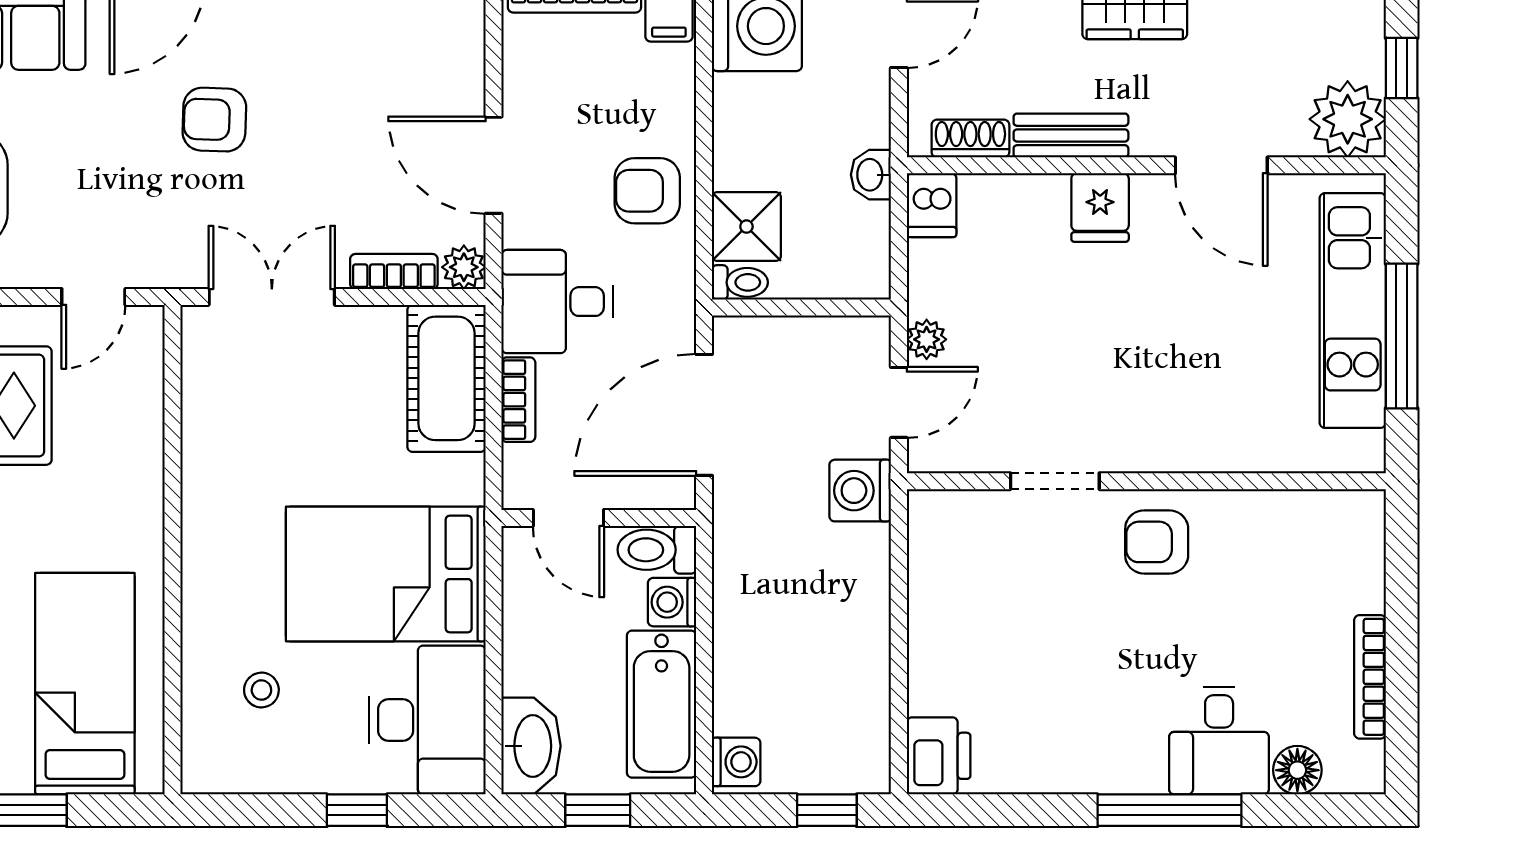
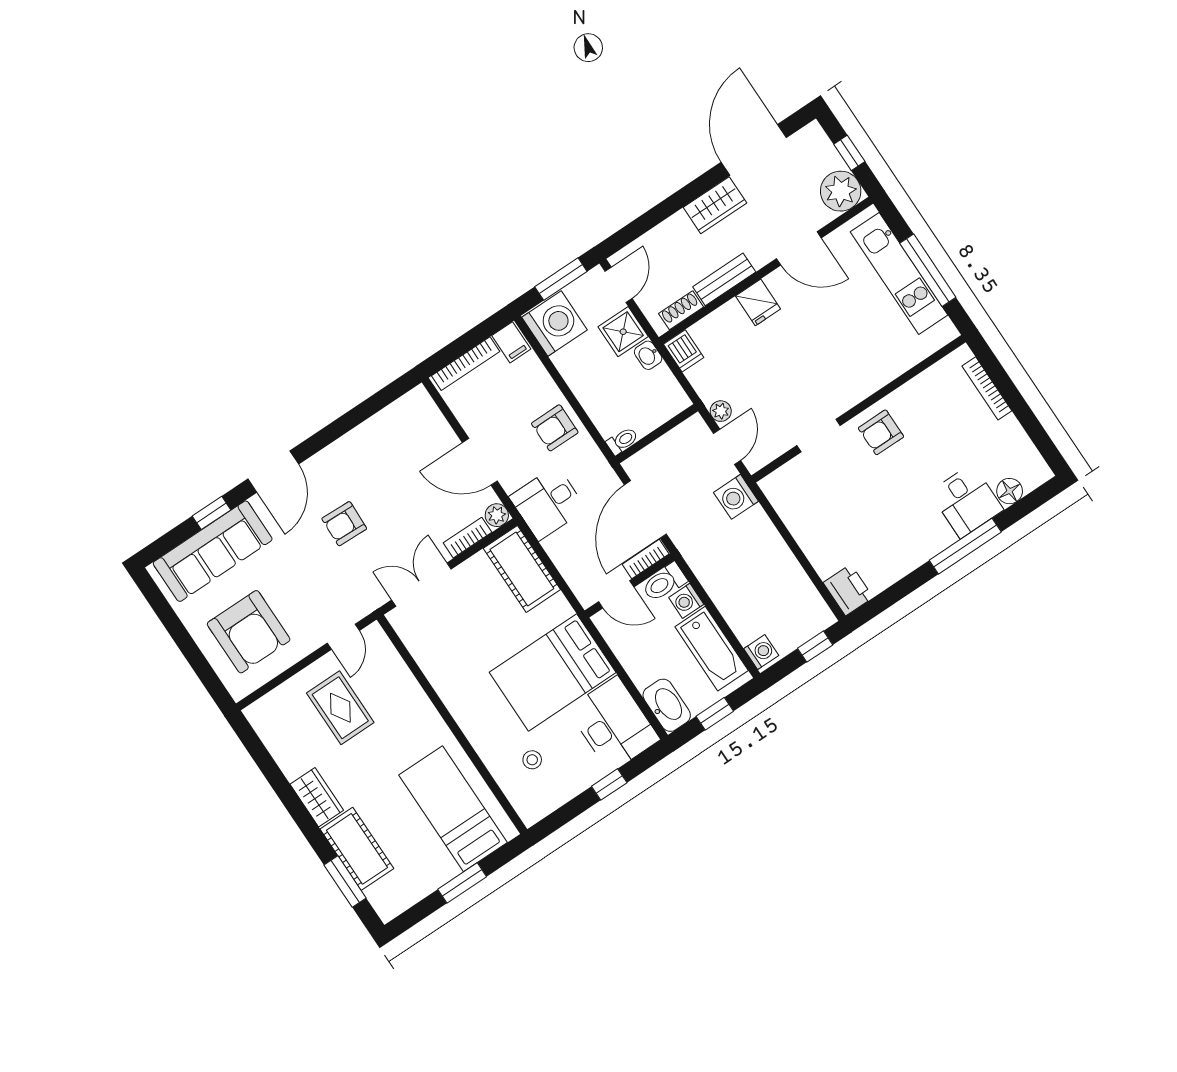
shower: (746, 227) -> (623, 332), moved
bookcase: (518, 400) -> (646, 559), moved, turned -90
bookcase: (1370, 677) -> (987, 388), moved

